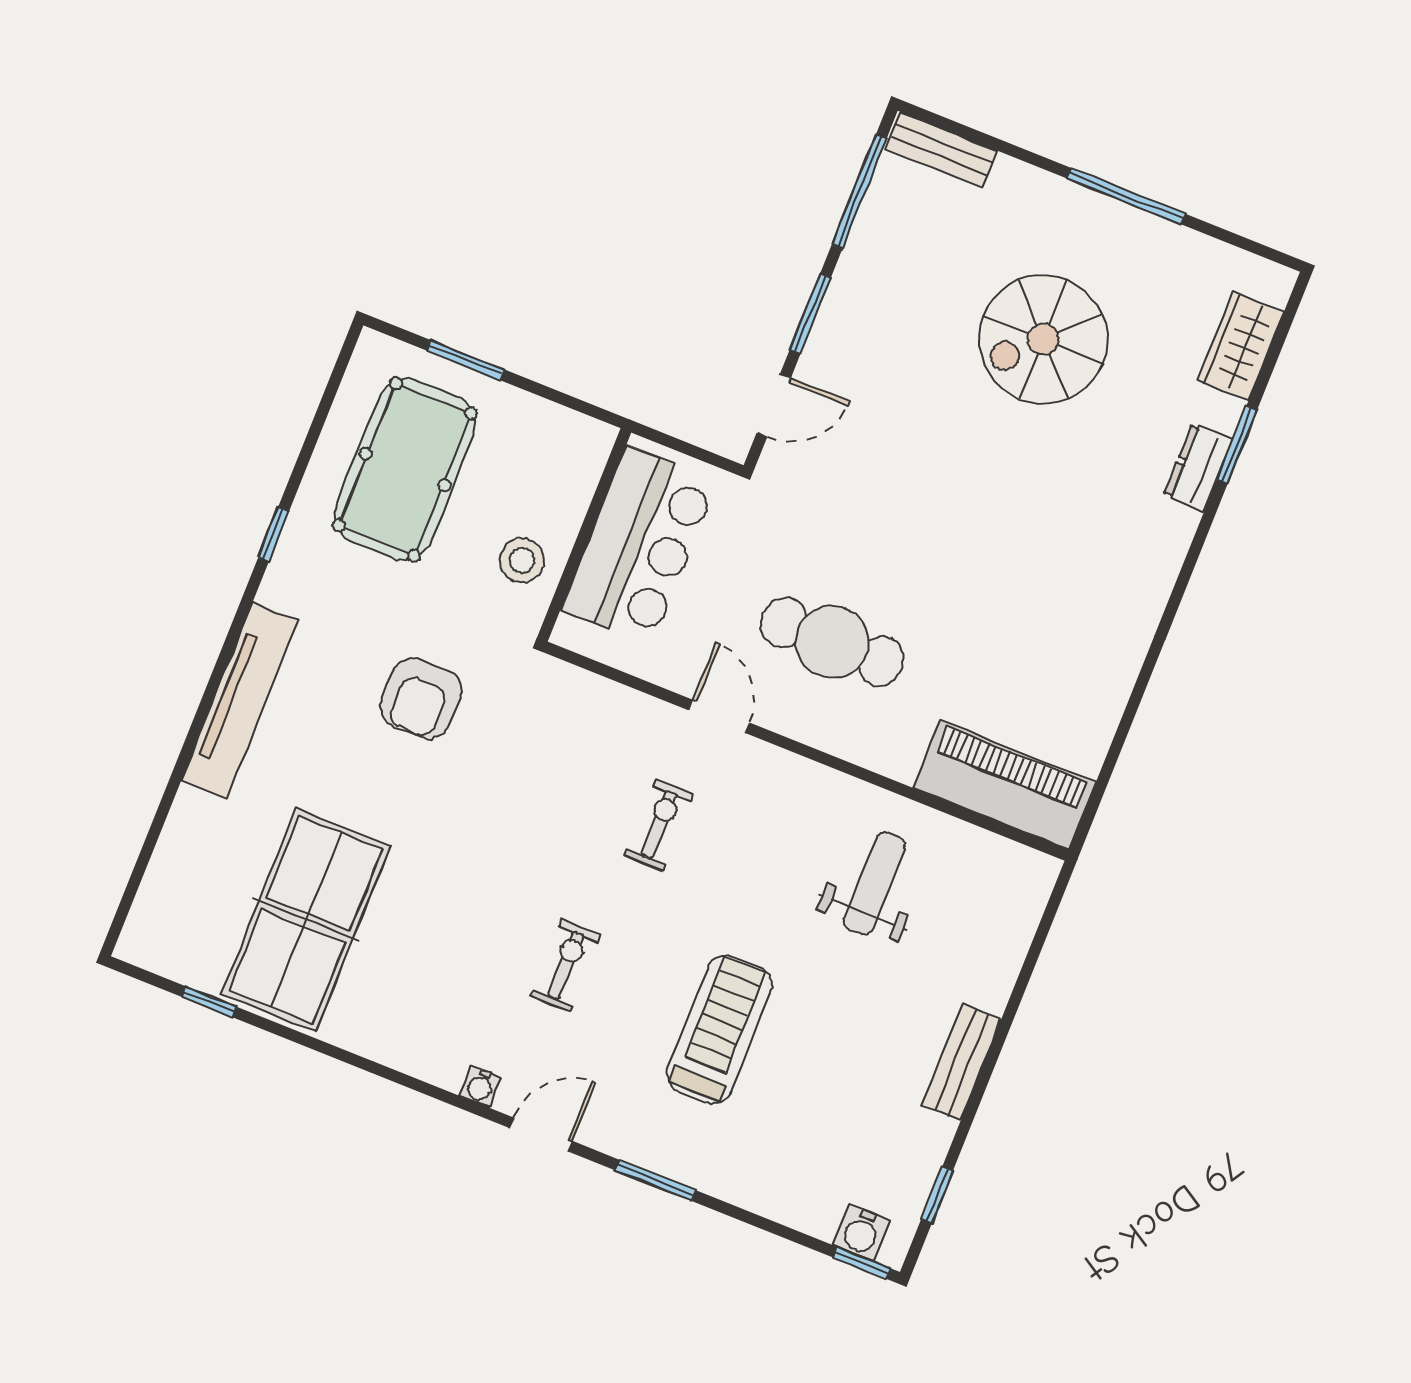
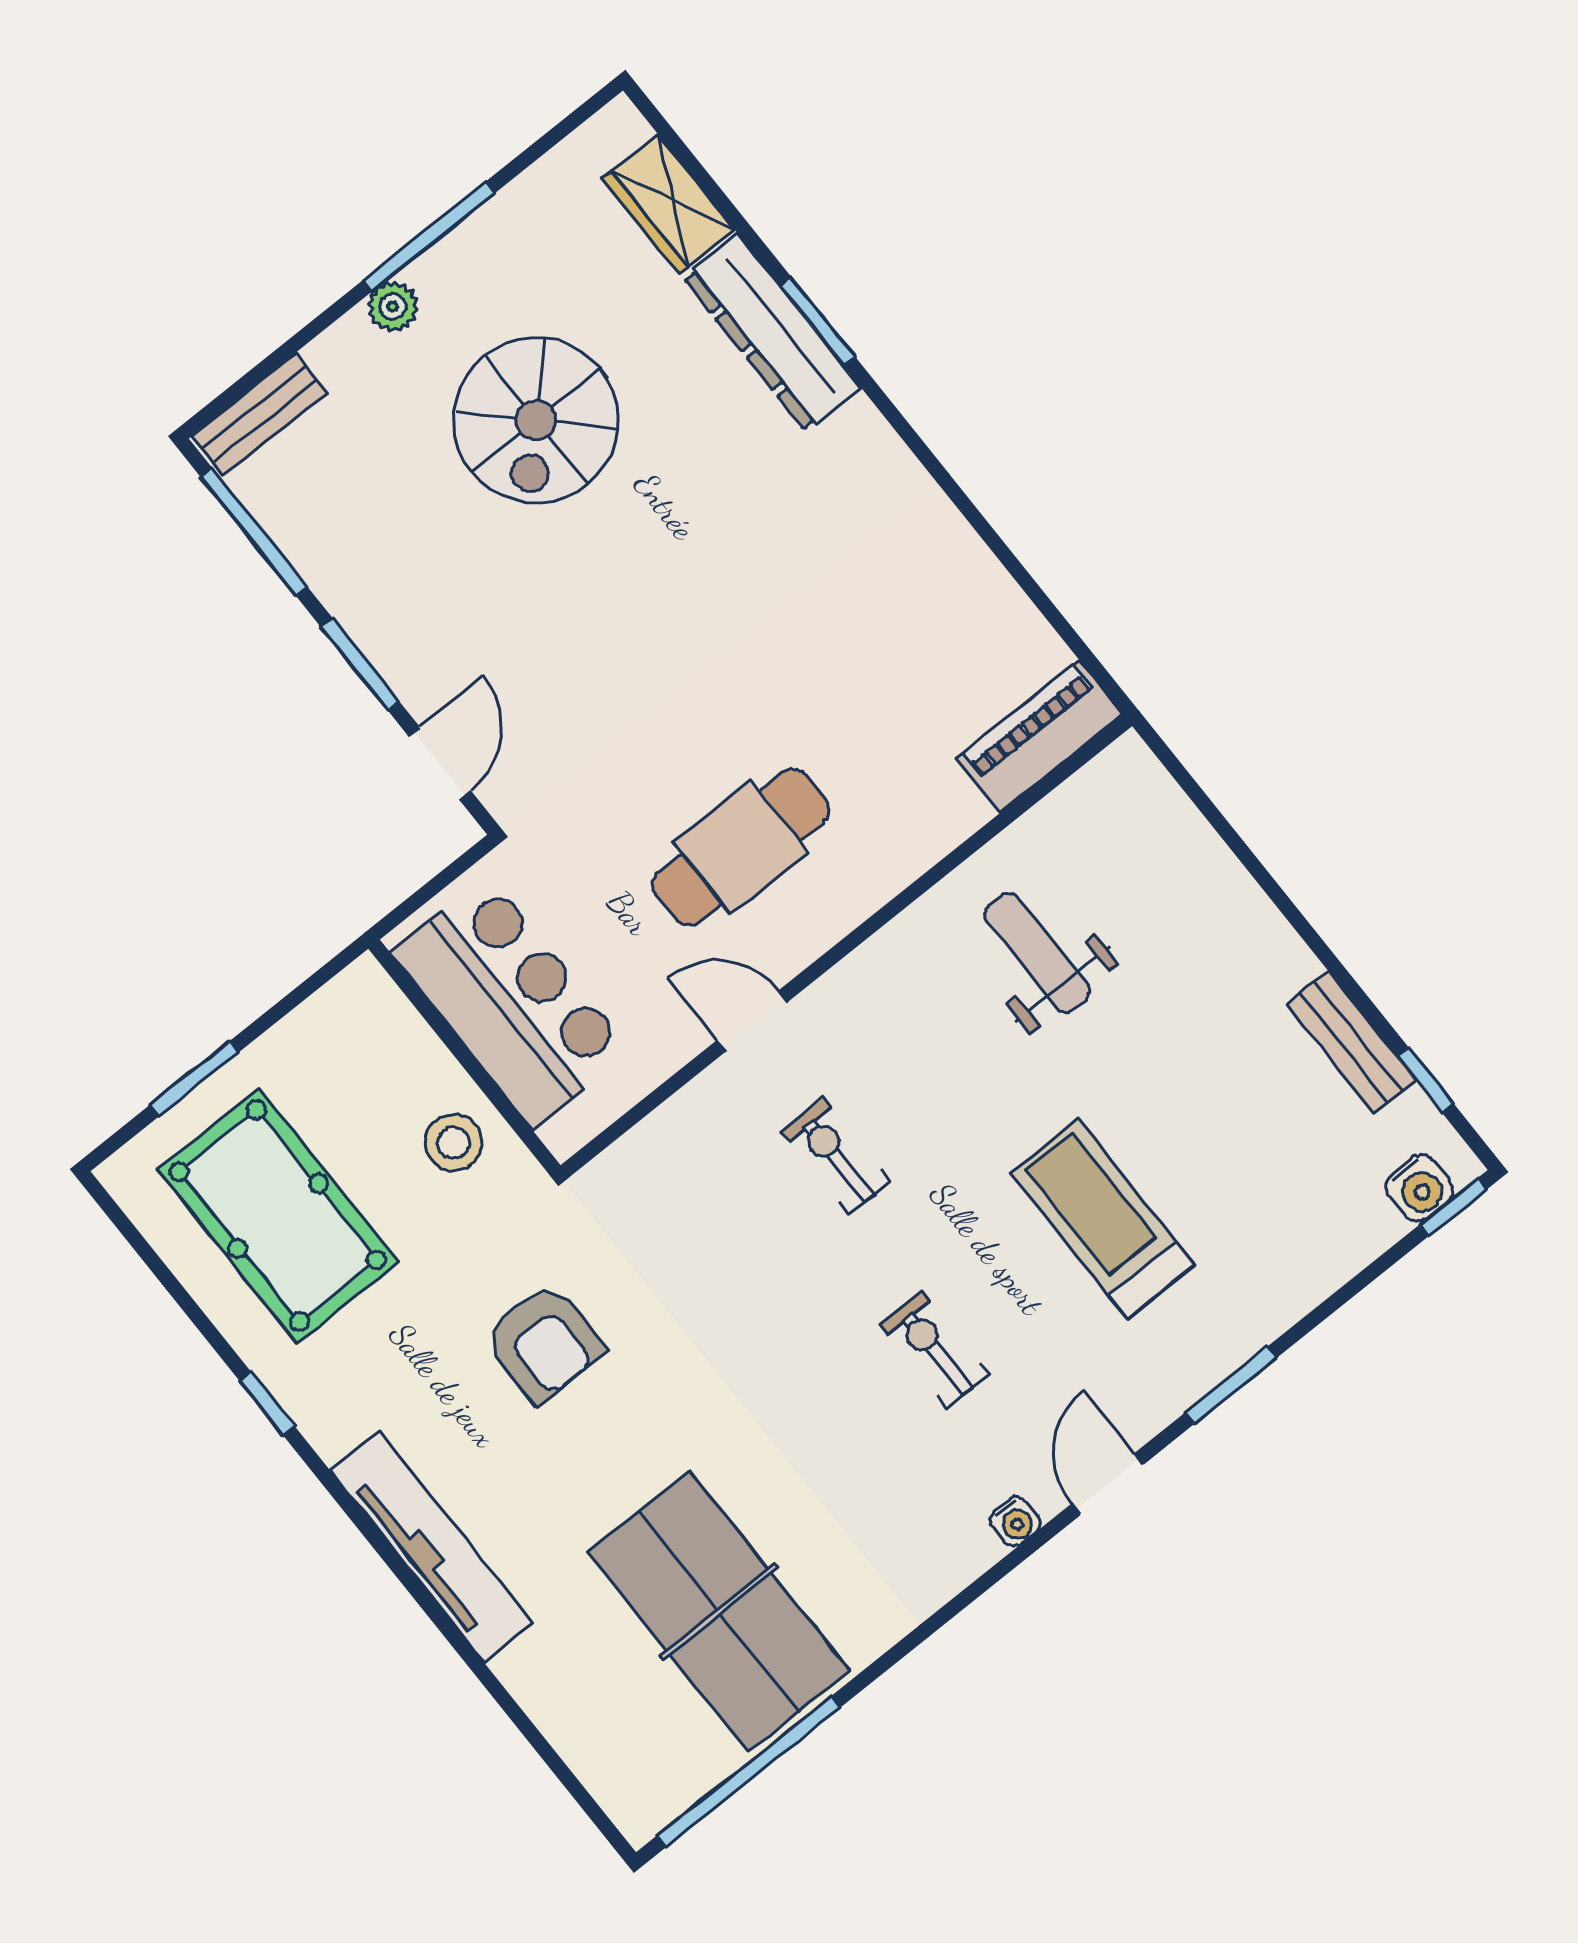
plant: (1065, 199) -> (393, 307), added
window: (1237, 445) -> (817, 321), moved
dresser: (1198, 468) -> (772, 332), width x1.96, depth x1.24
piano: (1005, 785) -> (1040, 736), width x0.73, depth x0.75
window: (209, 1002) -> (749, 1771), width x3.17
bench: (962, 1062) -> (1351, 1042), moved

